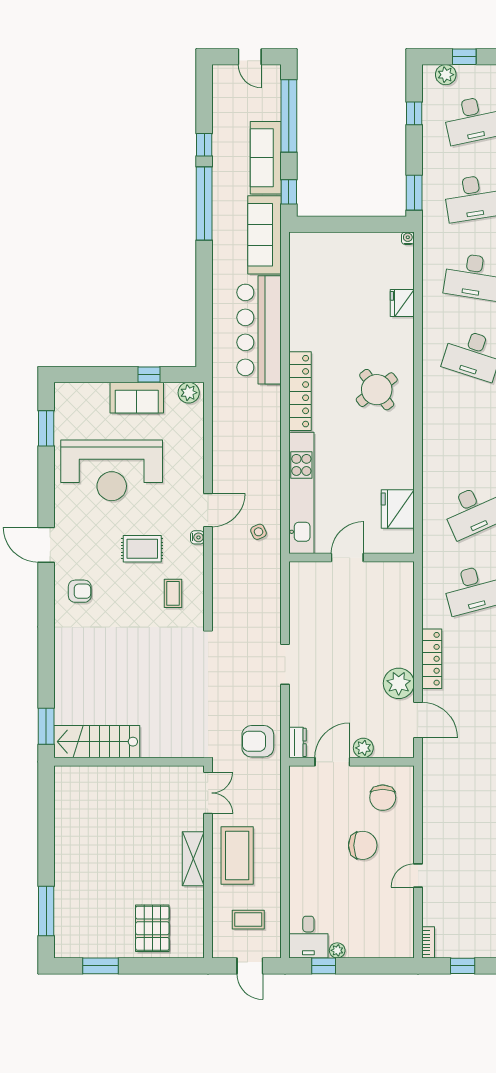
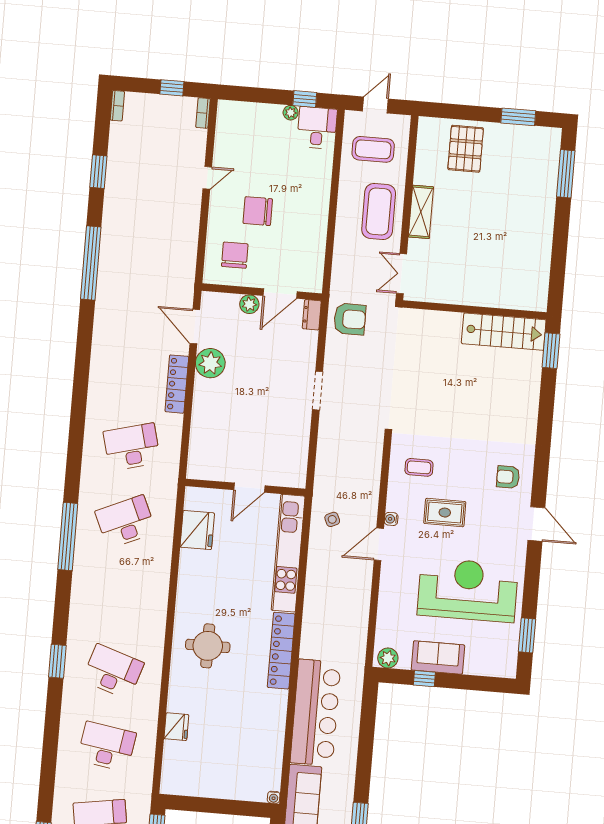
water cooler: (408, 238) -> (274, 797), moved
round table: (377, 390) -> (208, 646), turned 37
coffee table: (173, 593) -> (419, 467), turned 90
coffee table: (248, 920) -> (373, 149), width x1.36, depth x1.30
door: (250, 966) -> (375, 105), hinge flipped

